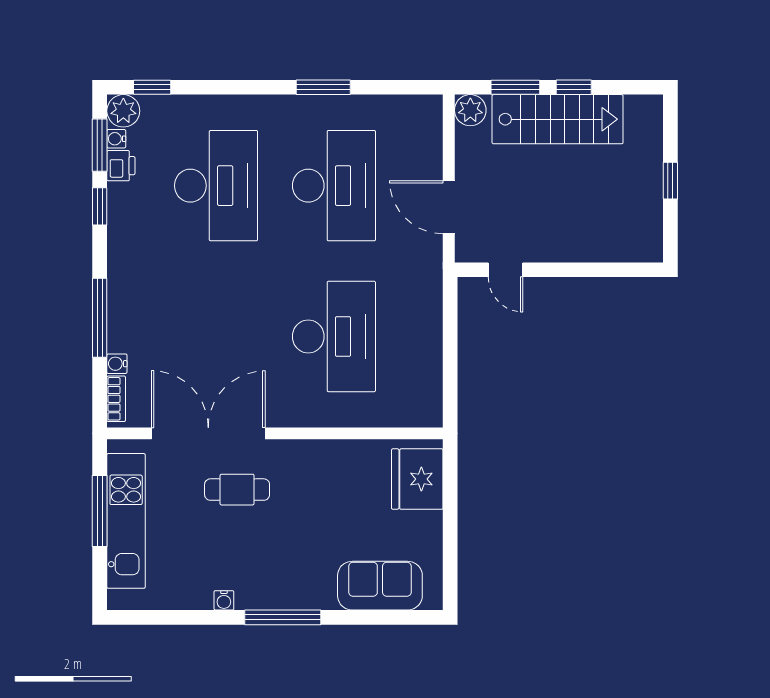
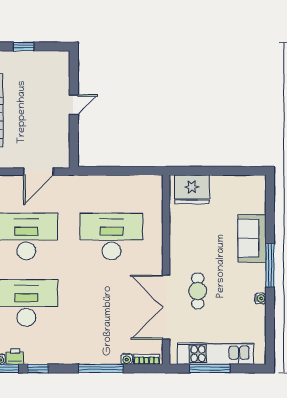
door: (506, 270) -> (74, 105), moved
sofa: (380, 586) -> (252, 238), moved

